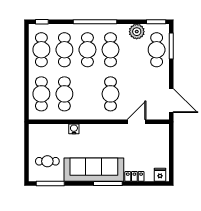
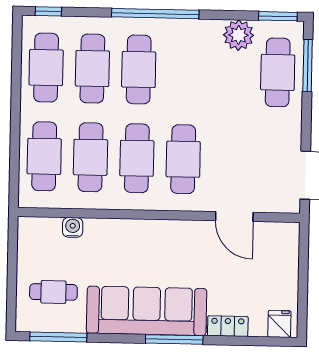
cafe table: (110, 50) -> (137, 158), moved
door: (137, 122) -> (234, 217), swing flipped
water cooler: (74, 129) -> (73, 227), moved

